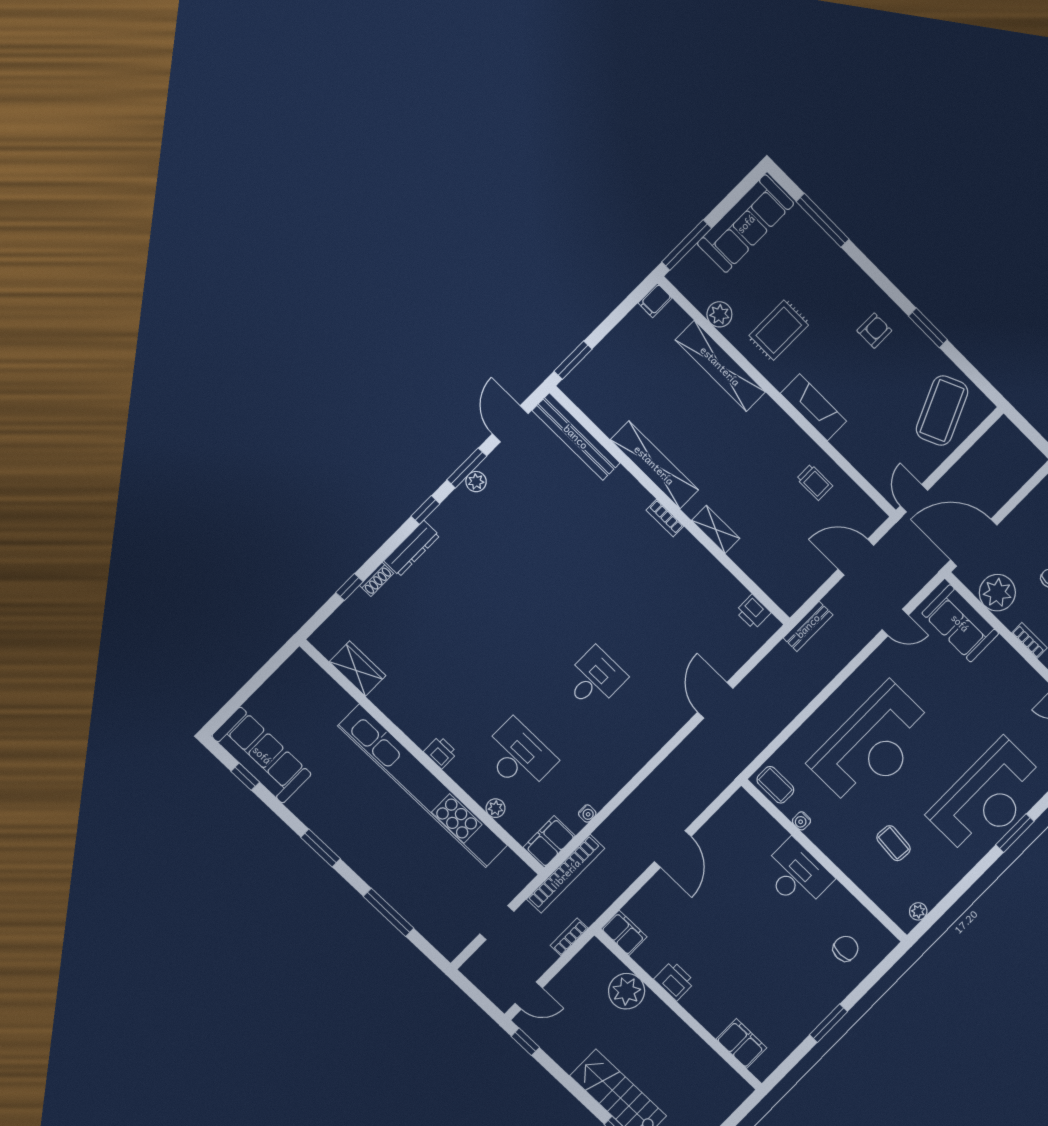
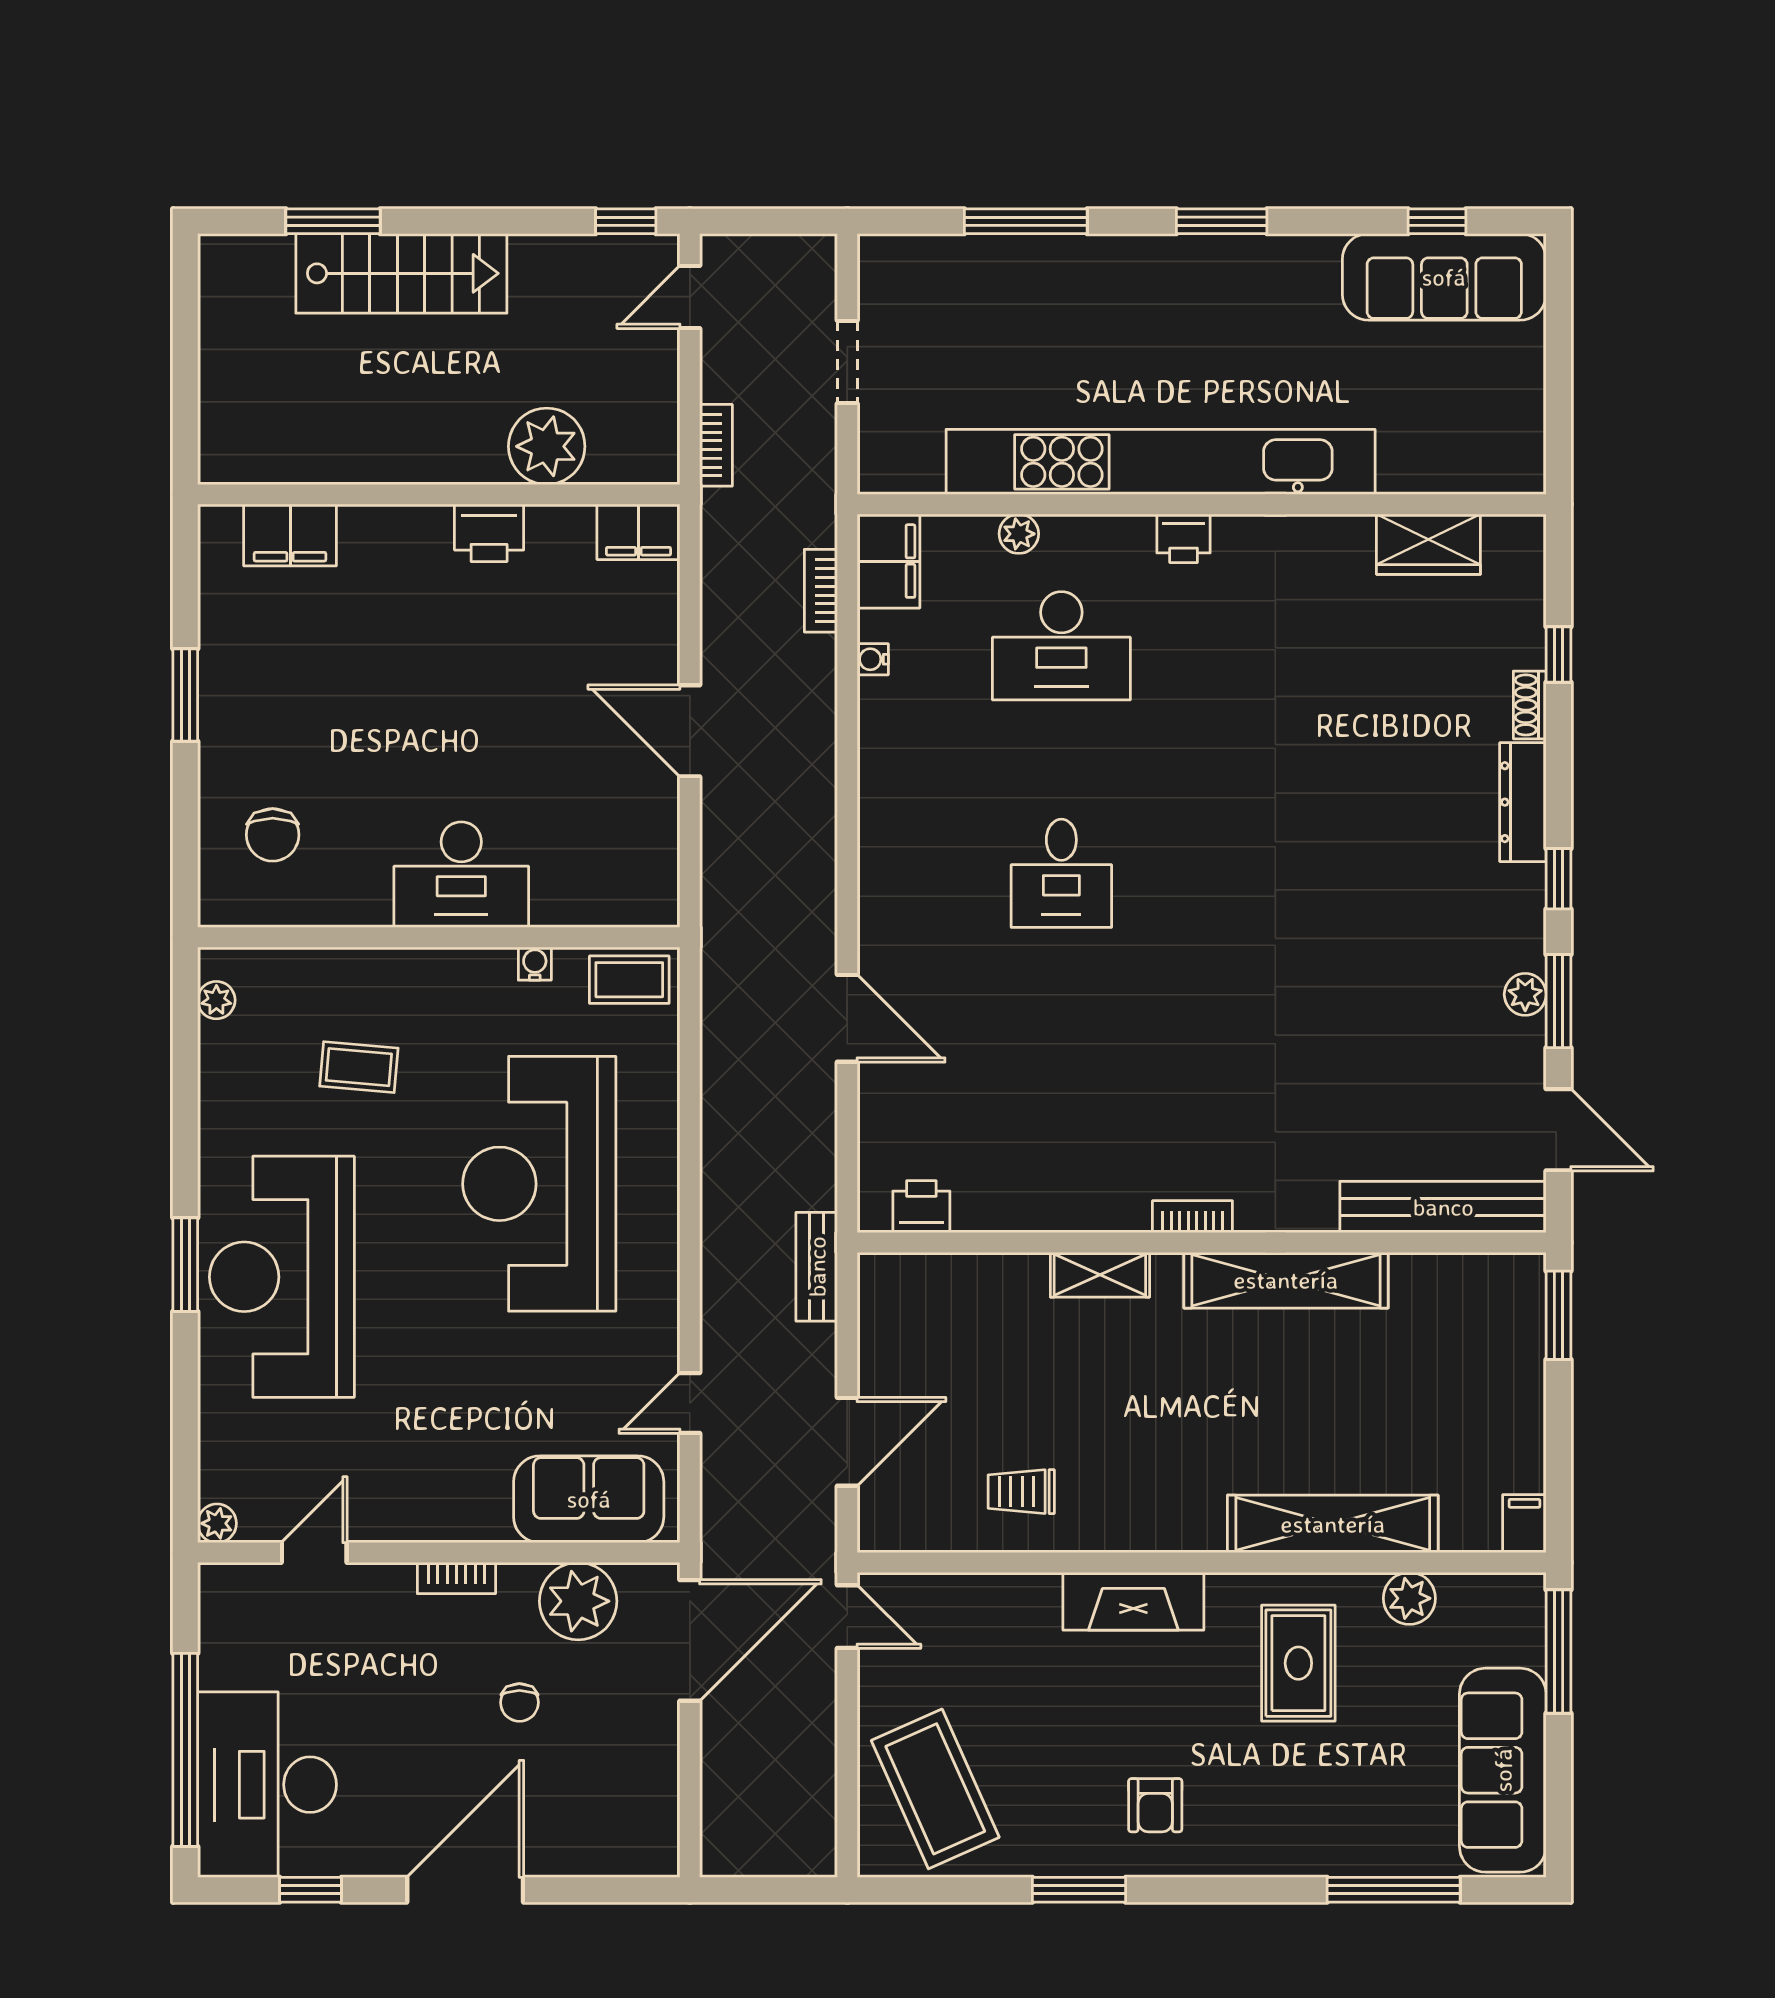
bookcase: (566, 874) -> (821, 591), width x0.43, depth x0.76

